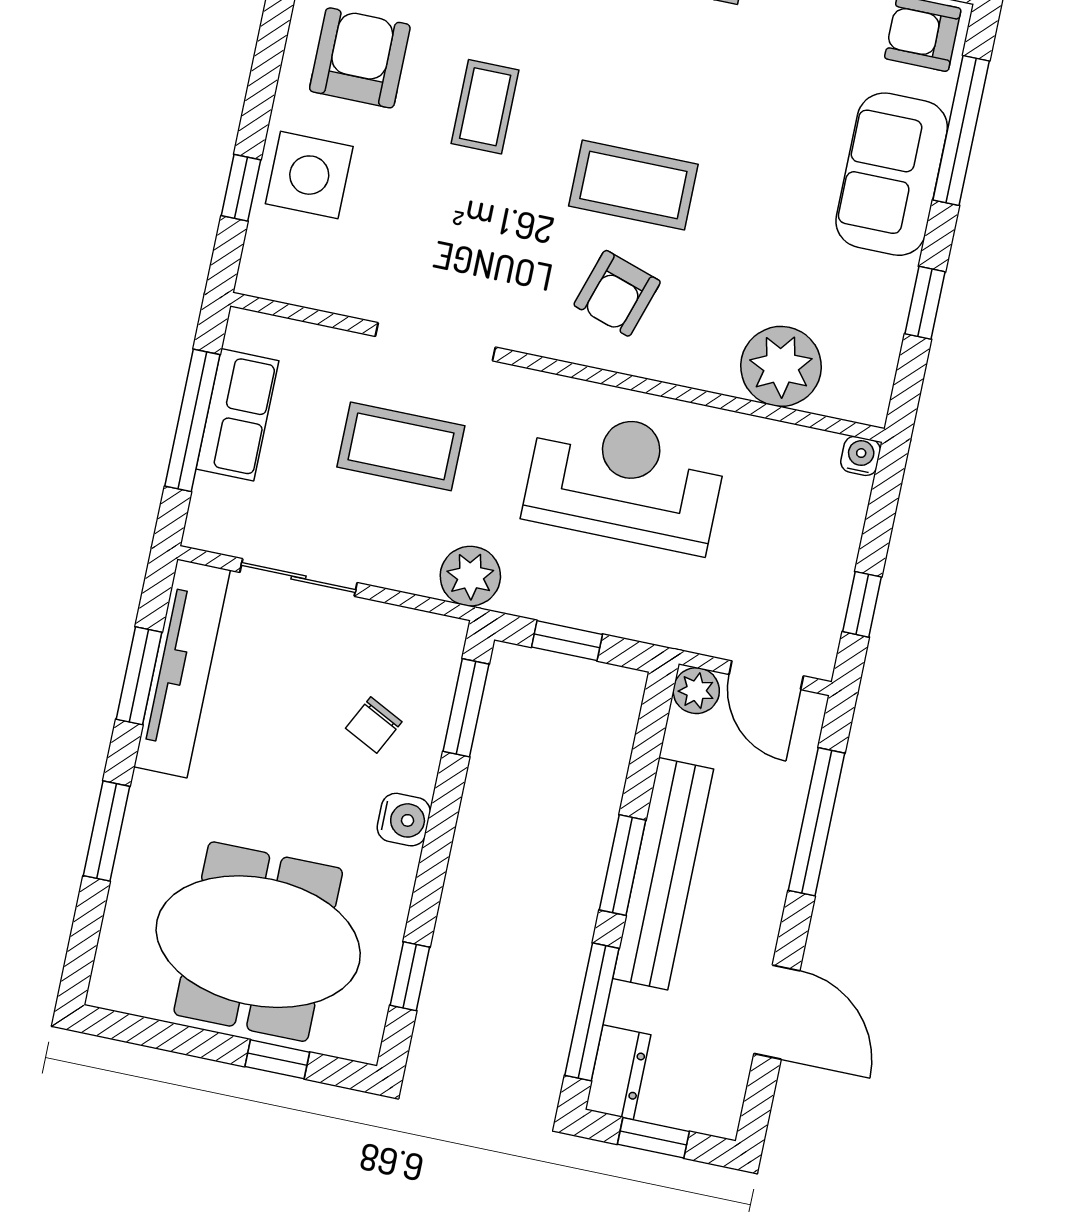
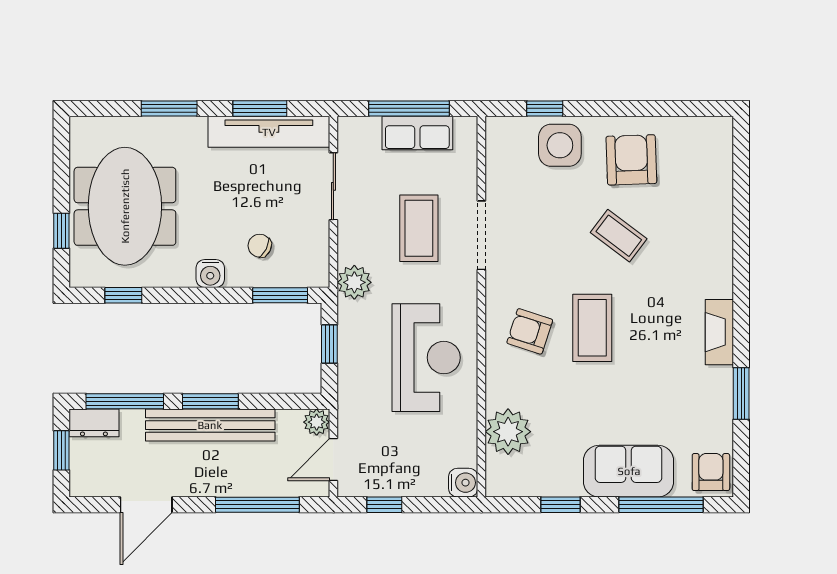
armchair: (360, 58) -> (631, 160), turned -92
coffee table: (485, 107) -> (619, 236), turned 37
water cooler: (861, 456) -> (463, 483), width x1.38, depth x1.38

